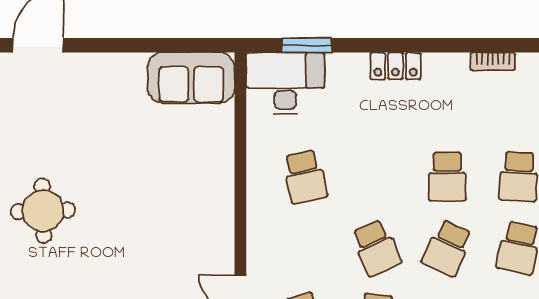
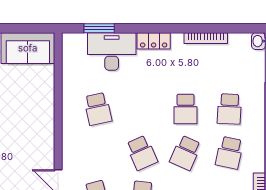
bookcase: (493, 61) -> (206, 38), width x1.56
desk: (285, 83) -> (112, 51), moved

